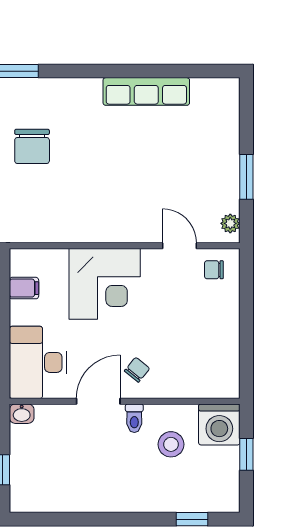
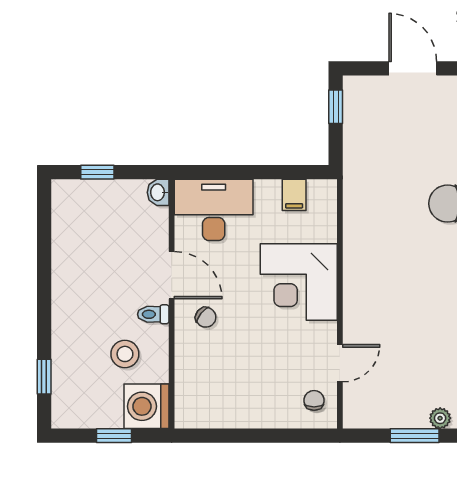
plant: (230, 223) -> (440, 418), moved

